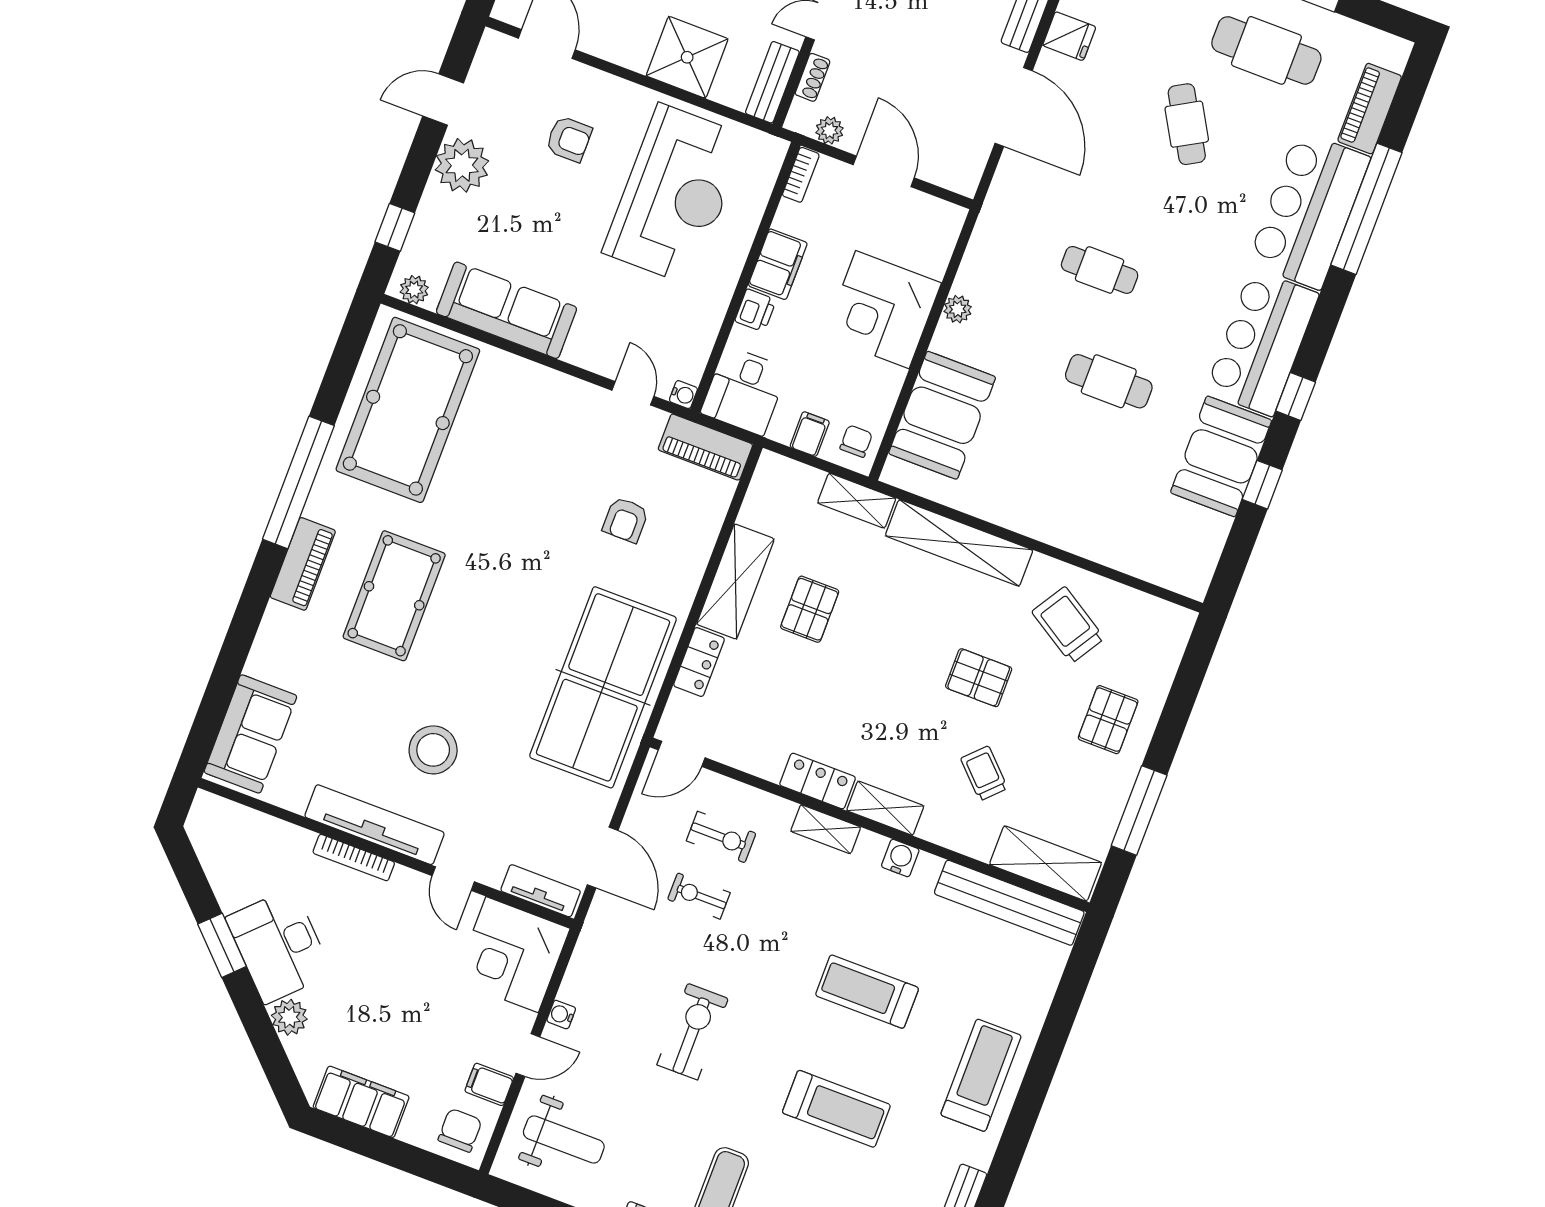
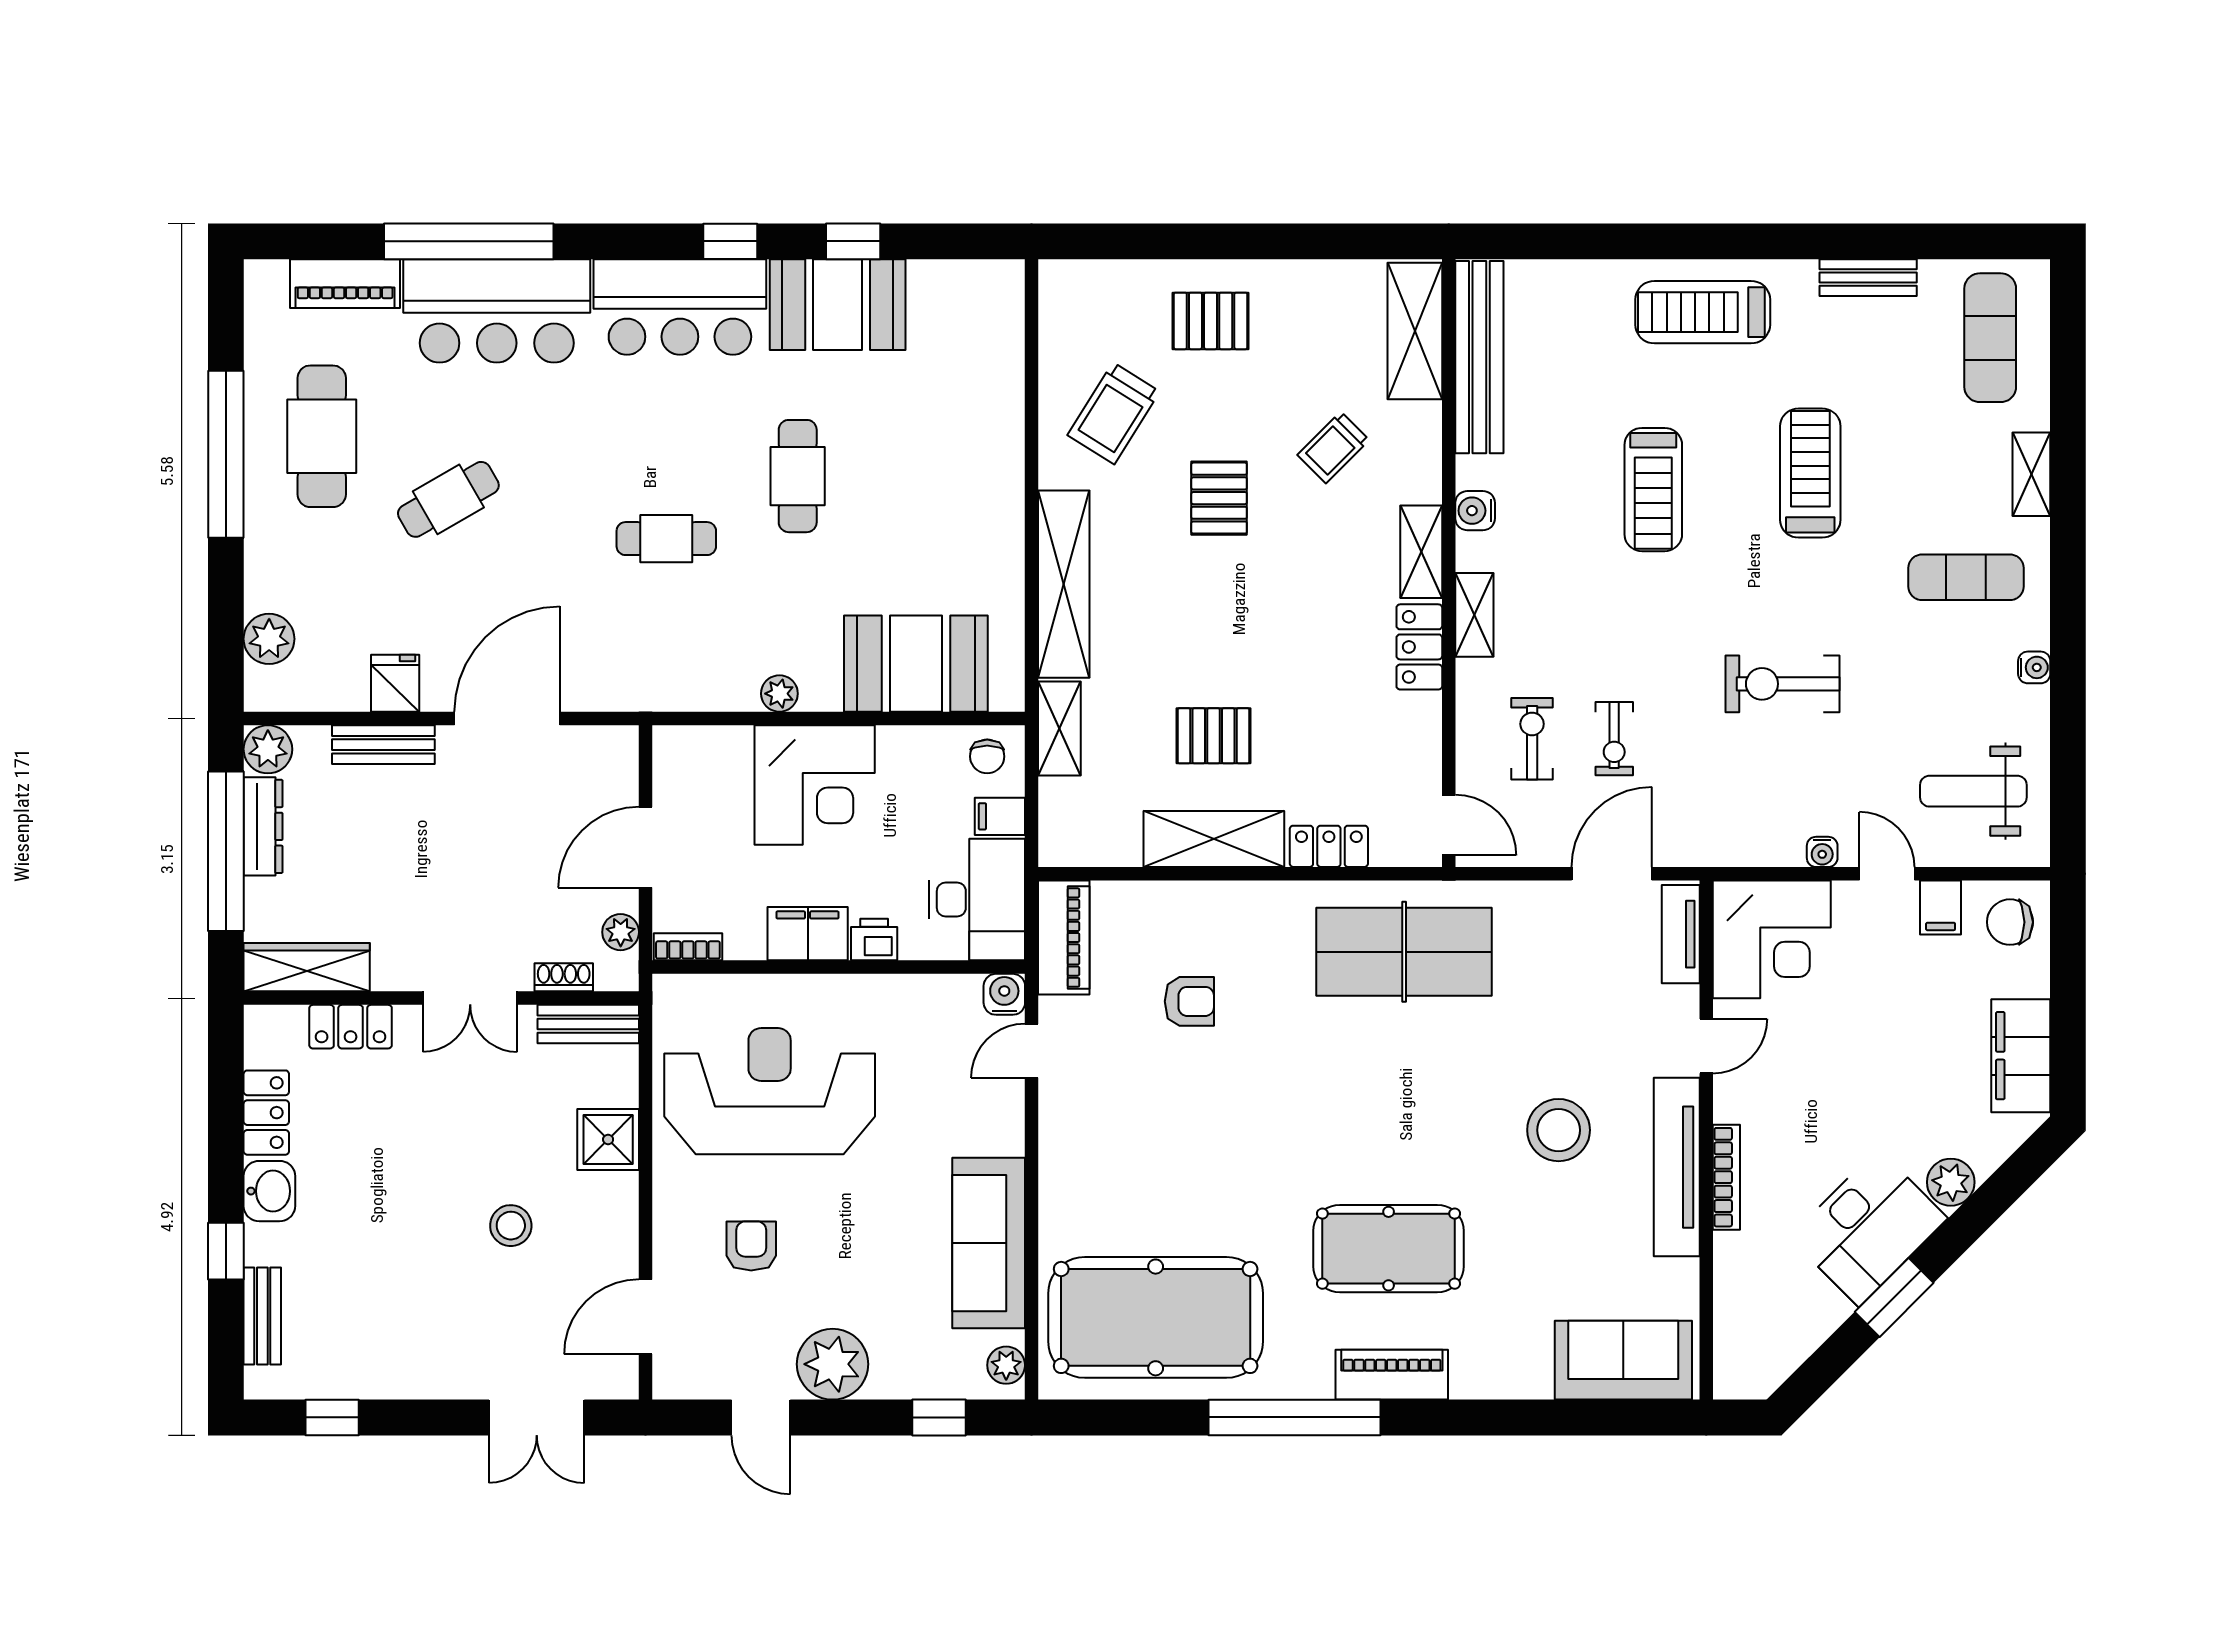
shower: (687, 57) -> (608, 1139), width x0.73, depth x0.73
cafe table: (1100, 270) -> (666, 539), turned 90
desk: (744, 391) -> (977, 900), width x1.37
water cooler: (683, 395) -> (1004, 994), width x1.38, depth x1.38
chair: (856, 441) -> (987, 756), turned -90
table tennis table: (603, 687) -> (1404, 952), width x0.73, depth x0.76
window: (1139, 810) -> (1307, 241), removed
weight bench: (564, 1140) -> (1973, 791), turned -90

